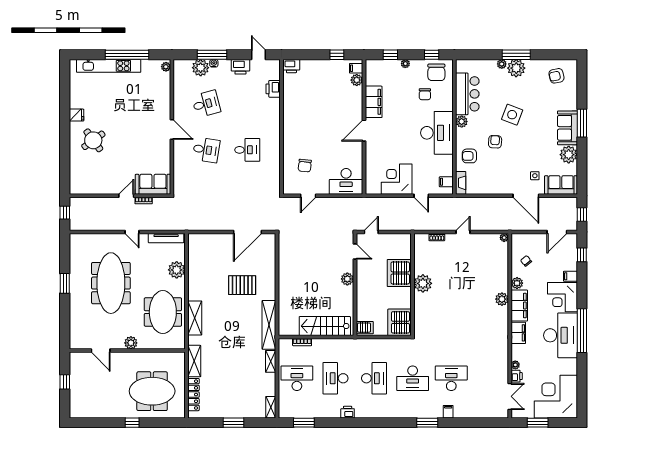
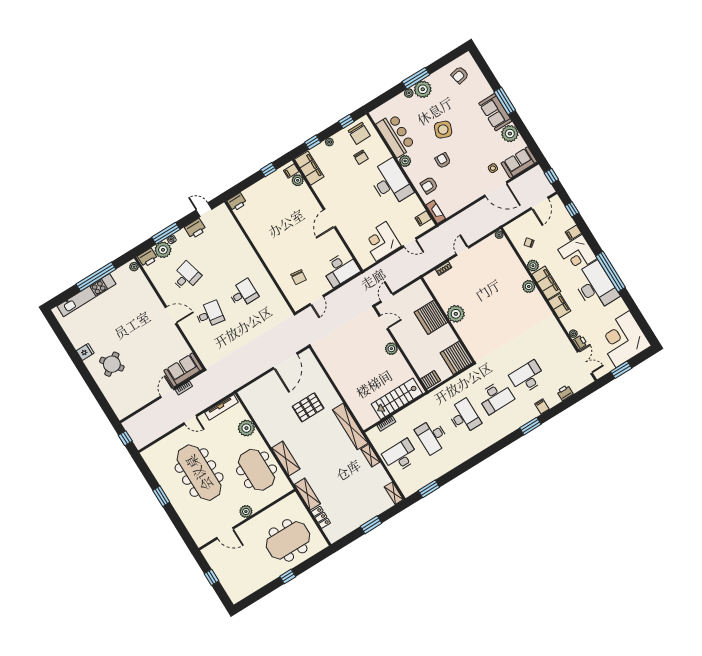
printer: (273, 89) -> (148, 258), moved, turned -90
filing cabinet: (374, 102) -> (309, 168), moved
locker: (193, 395) -> (321, 517), width x0.66
printer: (348, 412) -> (565, 393), moved

